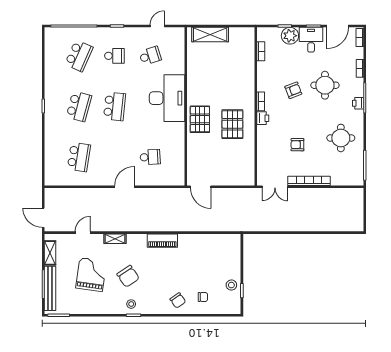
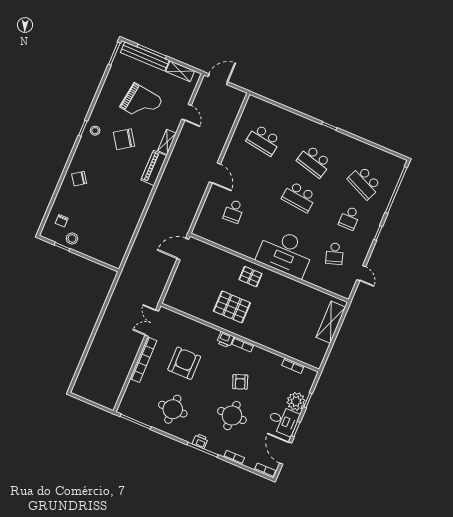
pallet: (200, 119) -> (251, 277), width x0.67, depth x0.71
armchair: (297, 145) -> (184, 363), width x1.88, depth x1.88
piano: (162, 241) -> (154, 168), moved
chair: (203, 297) -> (62, 221), moved

